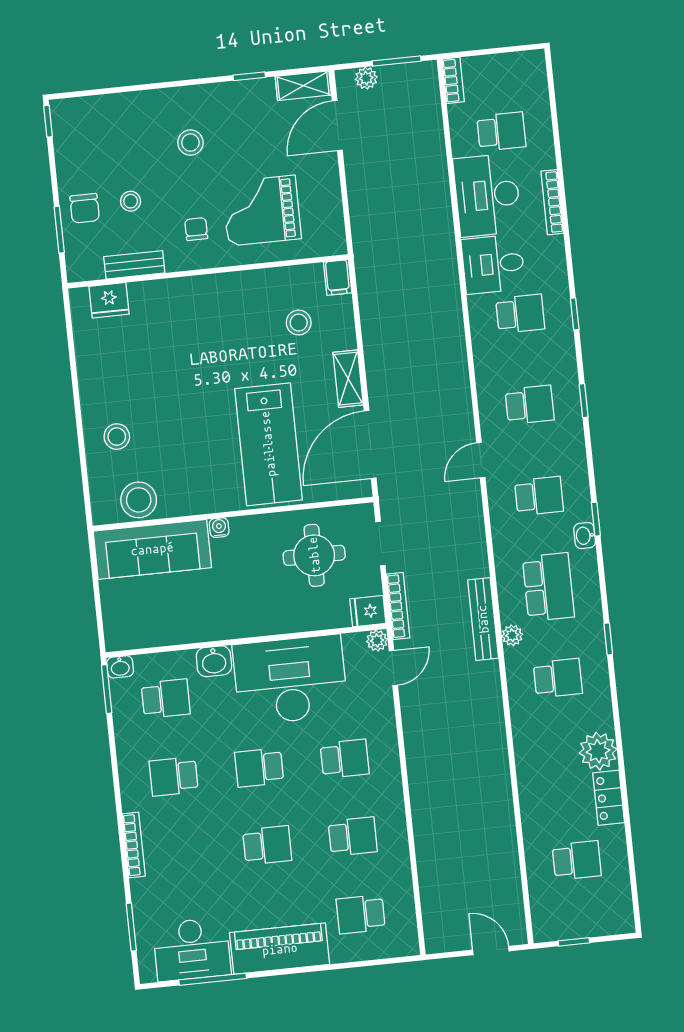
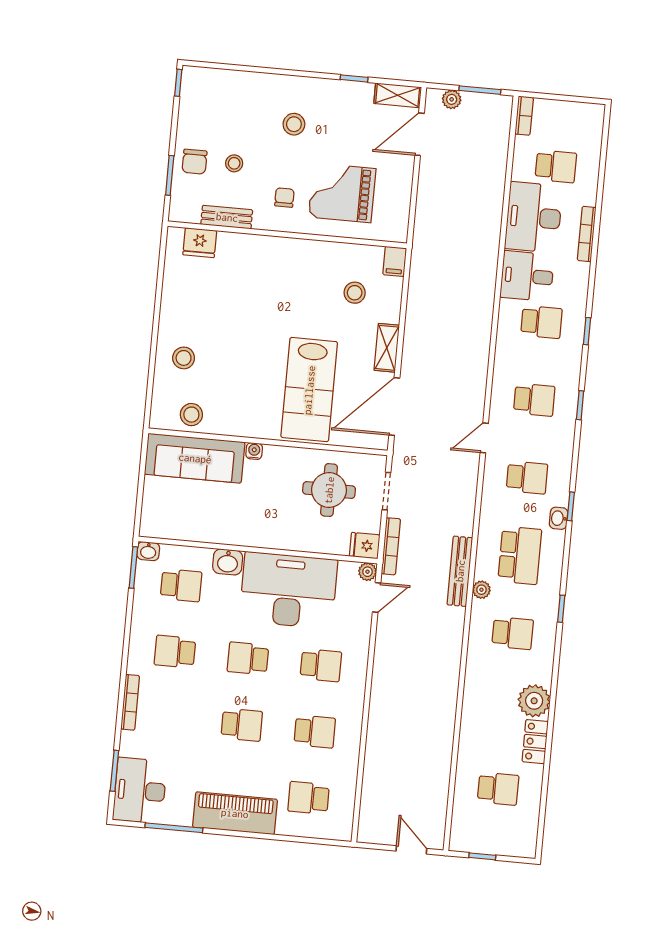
stool: (139, 500) -> (191, 415), width x0.73, depth x0.73
desk: (192, 949) -> (140, 791), moved, turned 90

